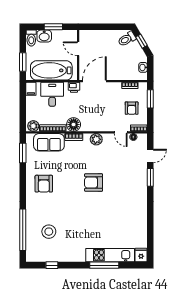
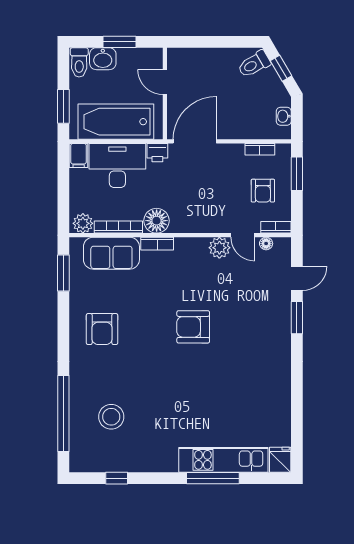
desk: (52, 94) -> (117, 165), width x1.37
plant: (96, 139) -> (219, 248), moved

